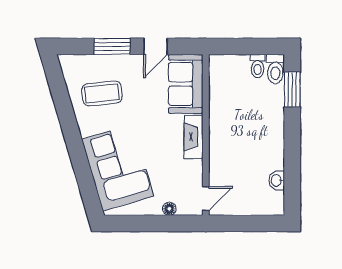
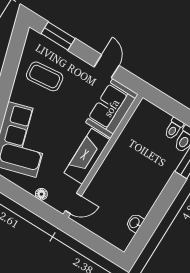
window: (112, 46) -> (58, 36), moved
door: (155, 46) -> (107, 66), swing flipped
fireplace: (193, 137) -> (87, 156), width x1.37, depth x1.32

